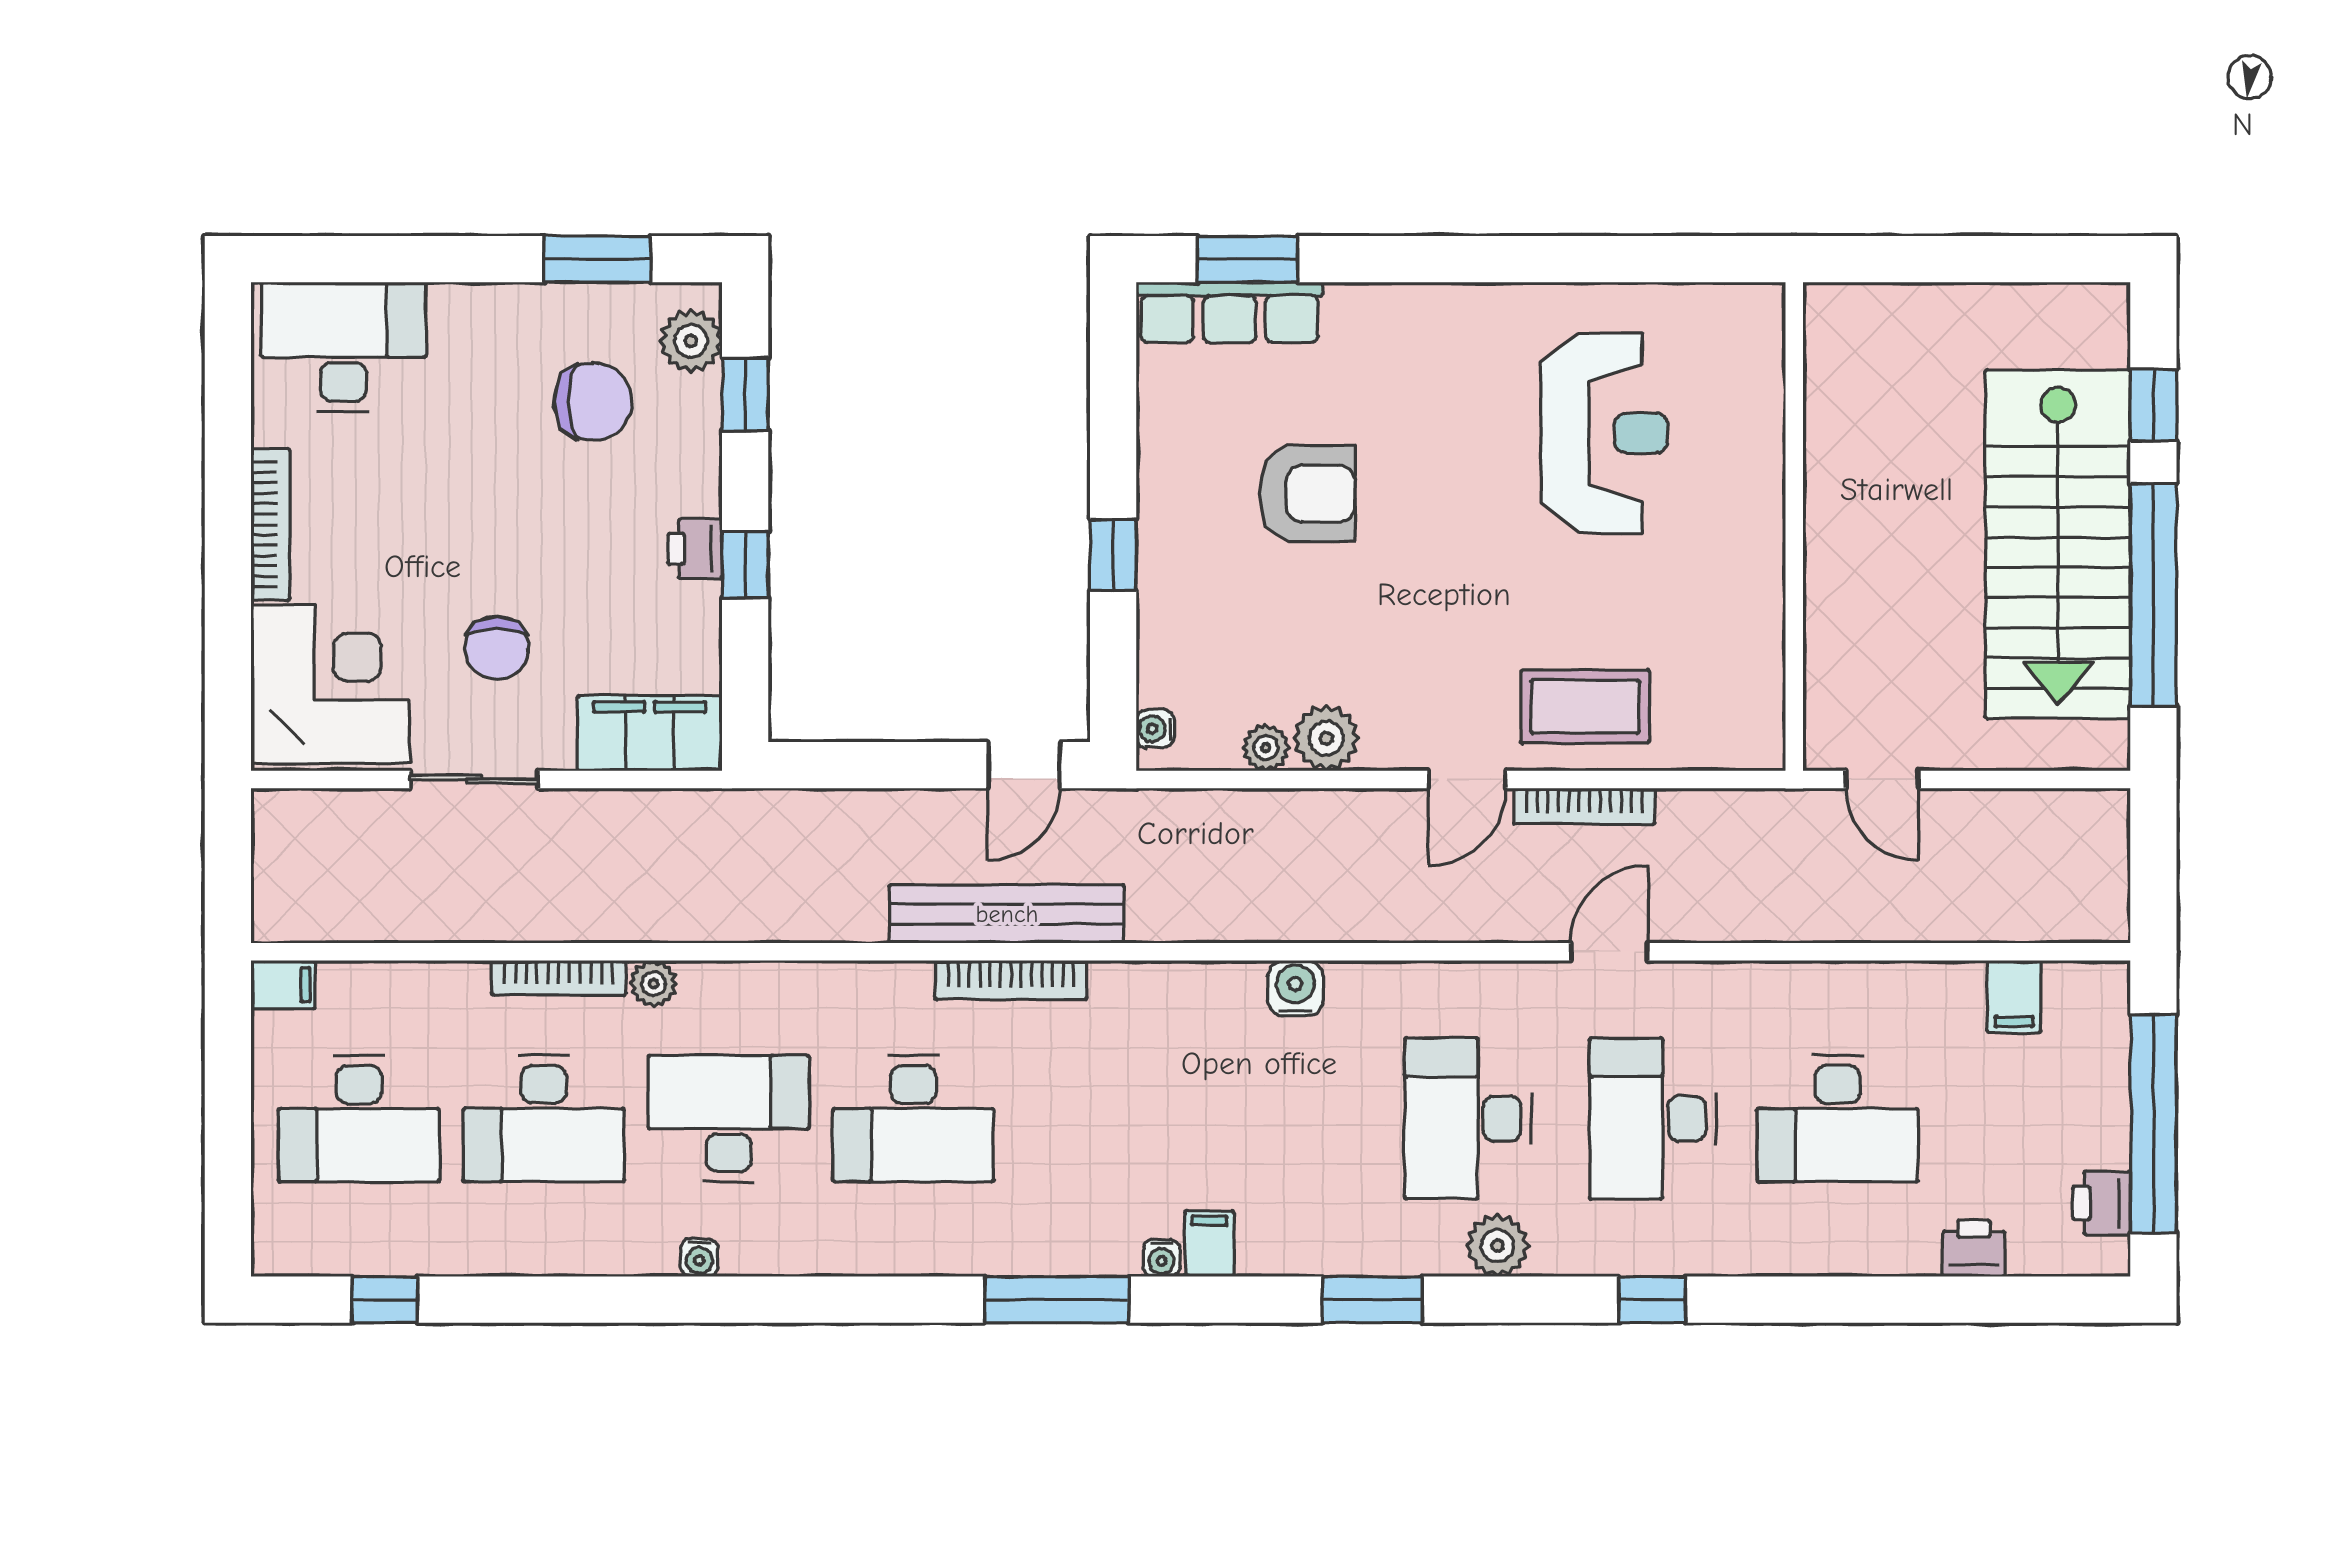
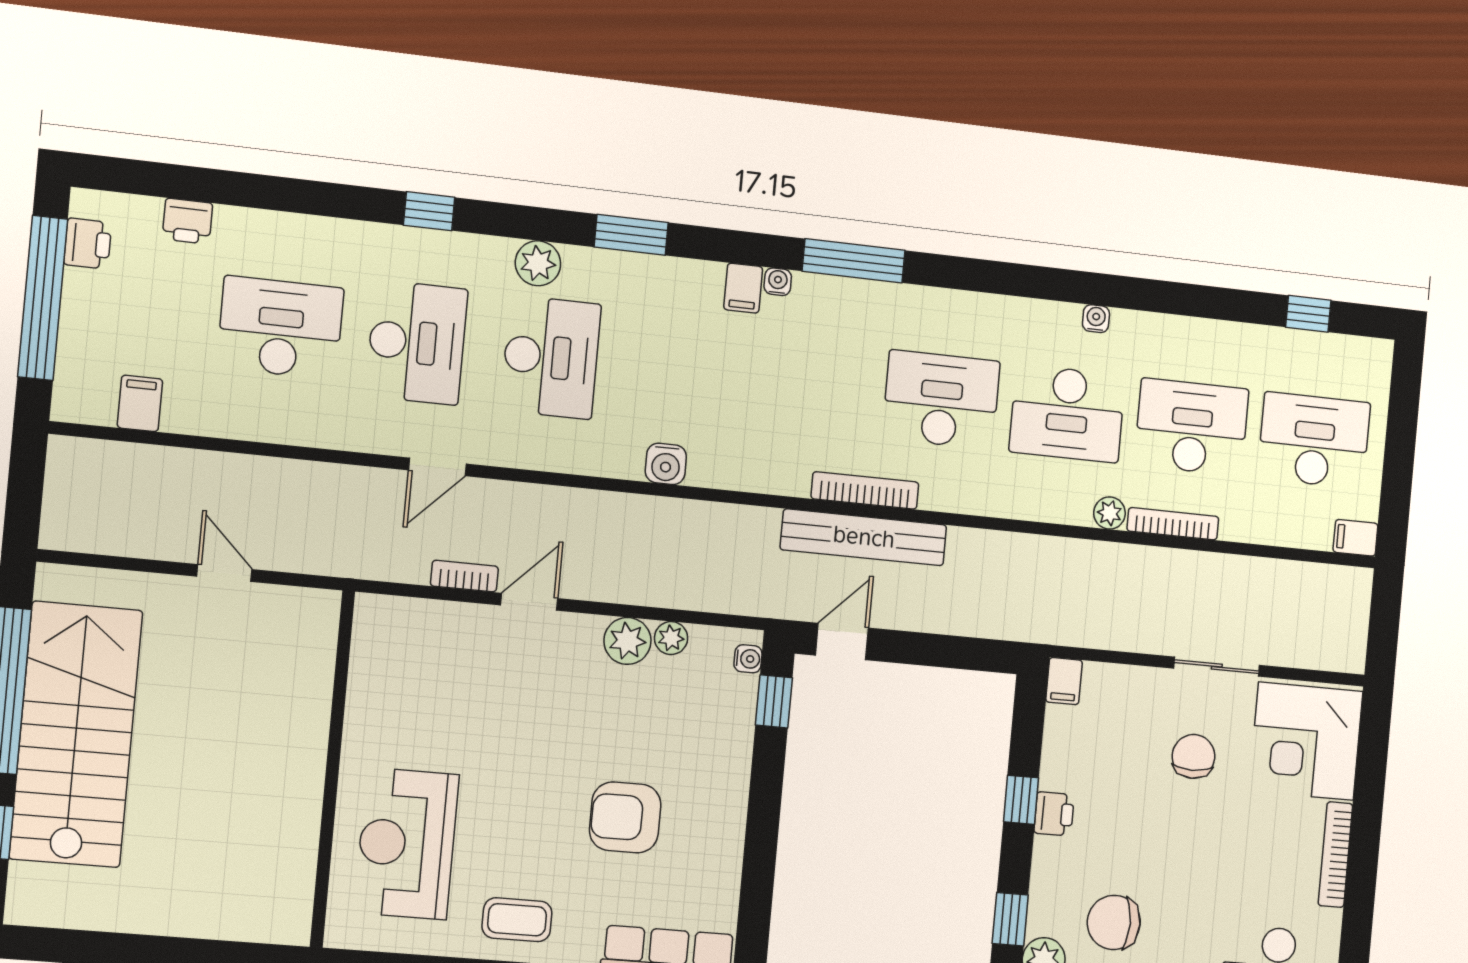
wall: (1794, 527) -> (332, 769), moved
window: (1113, 555) -> (774, 701), moved
coffee table: (1585, 706) -> (517, 920), moved, width x0.73, depth x0.77
filing cabinet: (650, 733) -> (1064, 681), width x0.33, depth x0.86
bookcase: (1584, 806) -> (464, 576), width x0.64

